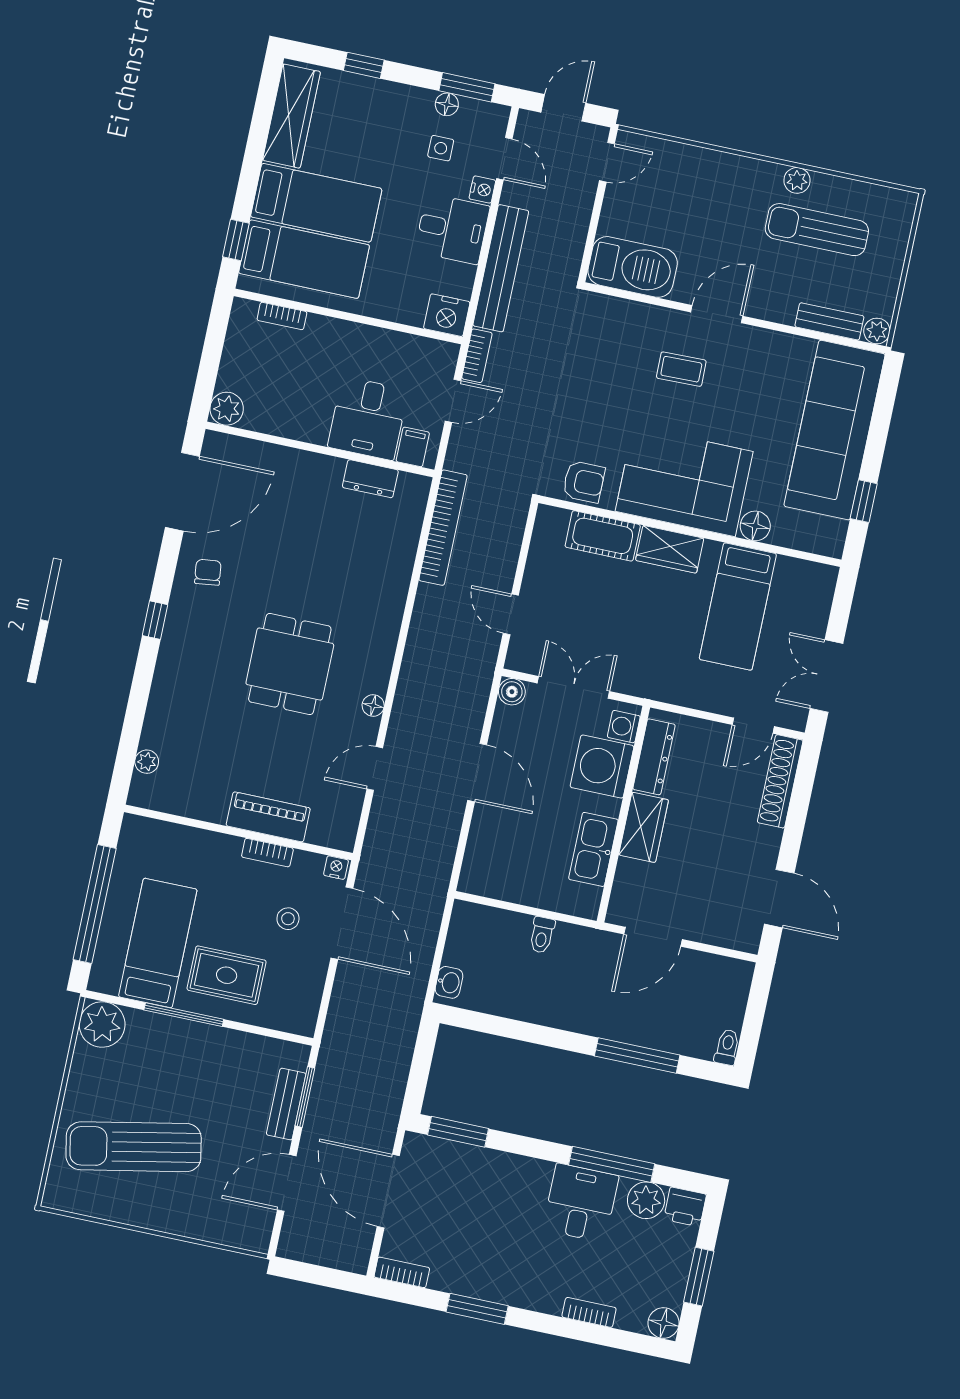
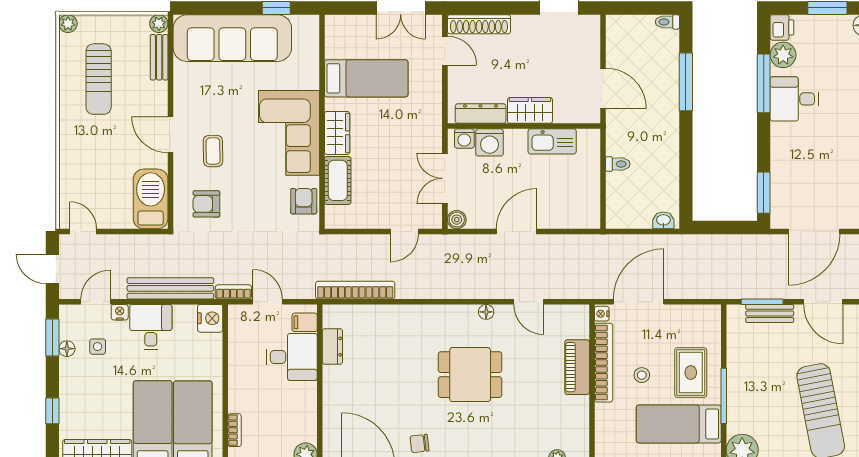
plant: (797, 180) -> (68, 24), moved
armchair: (609, 344) -> (206, 204), added
floor lamp: (755, 526) -> (309, 78), removed
washing machine: (602, 767) -> (490, 142), width x0.73, depth x0.73
bookcase: (267, 853) -> (604, 363), width x2.31, depth x1.31
stool: (288, 919) -> (642, 375), moved

